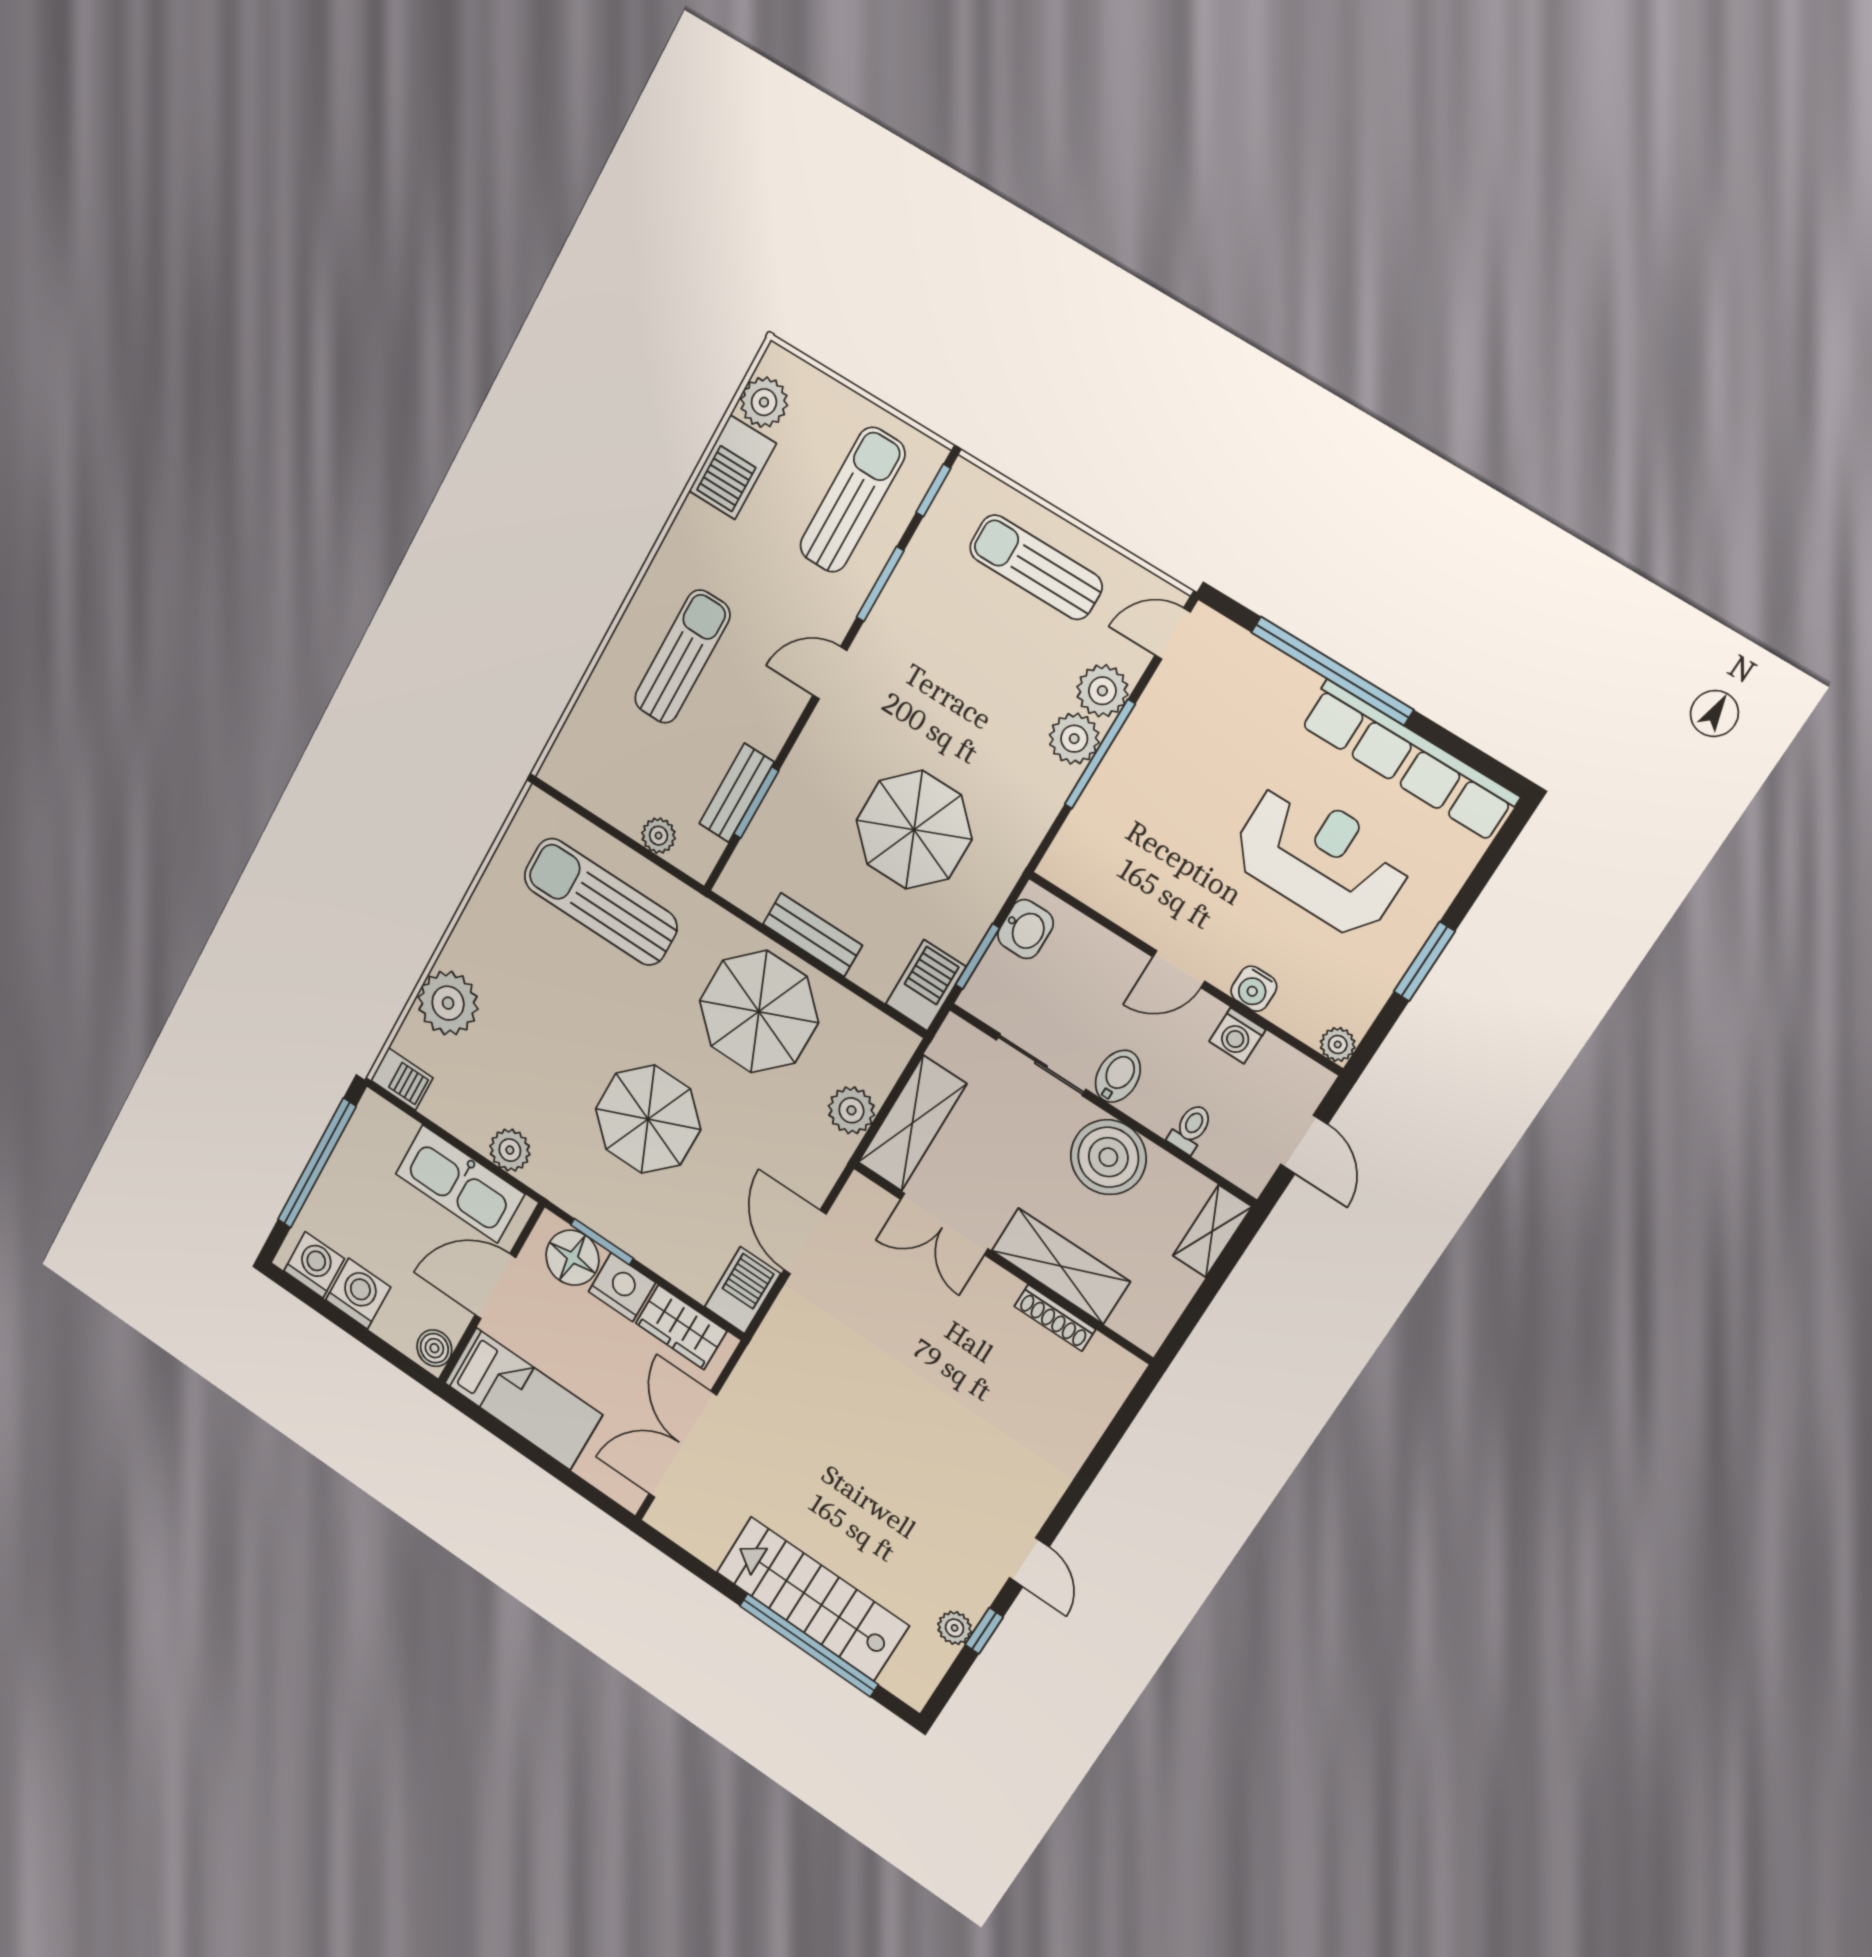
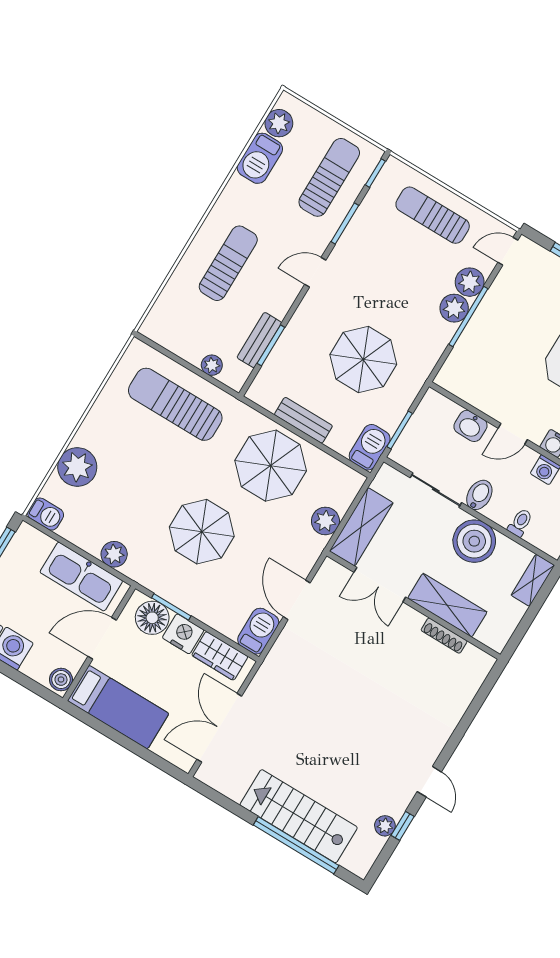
washbasin: (1026, 929) -> (470, 426), moved, turned 90

